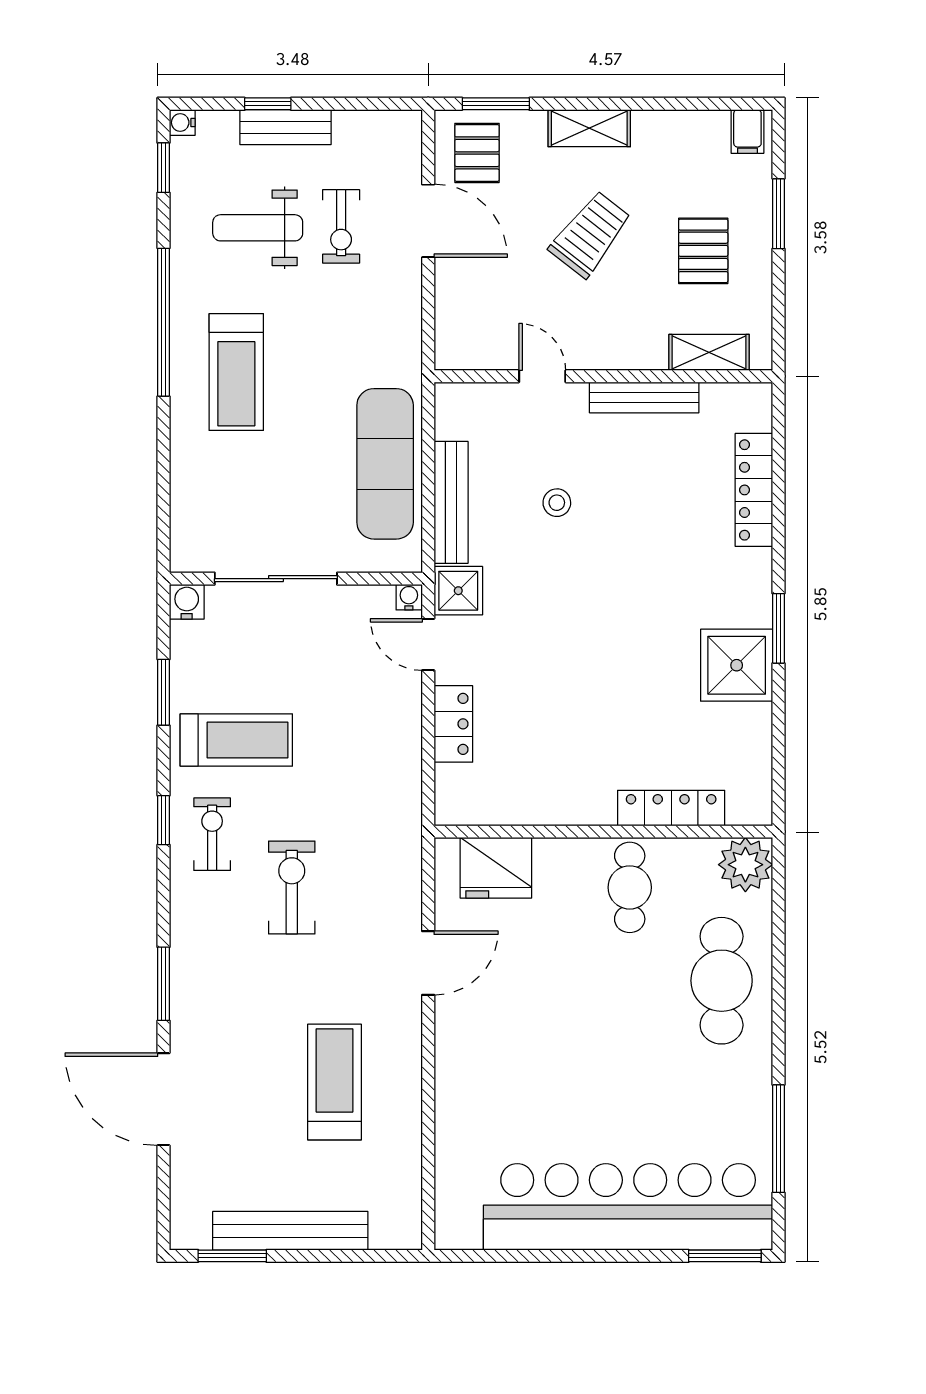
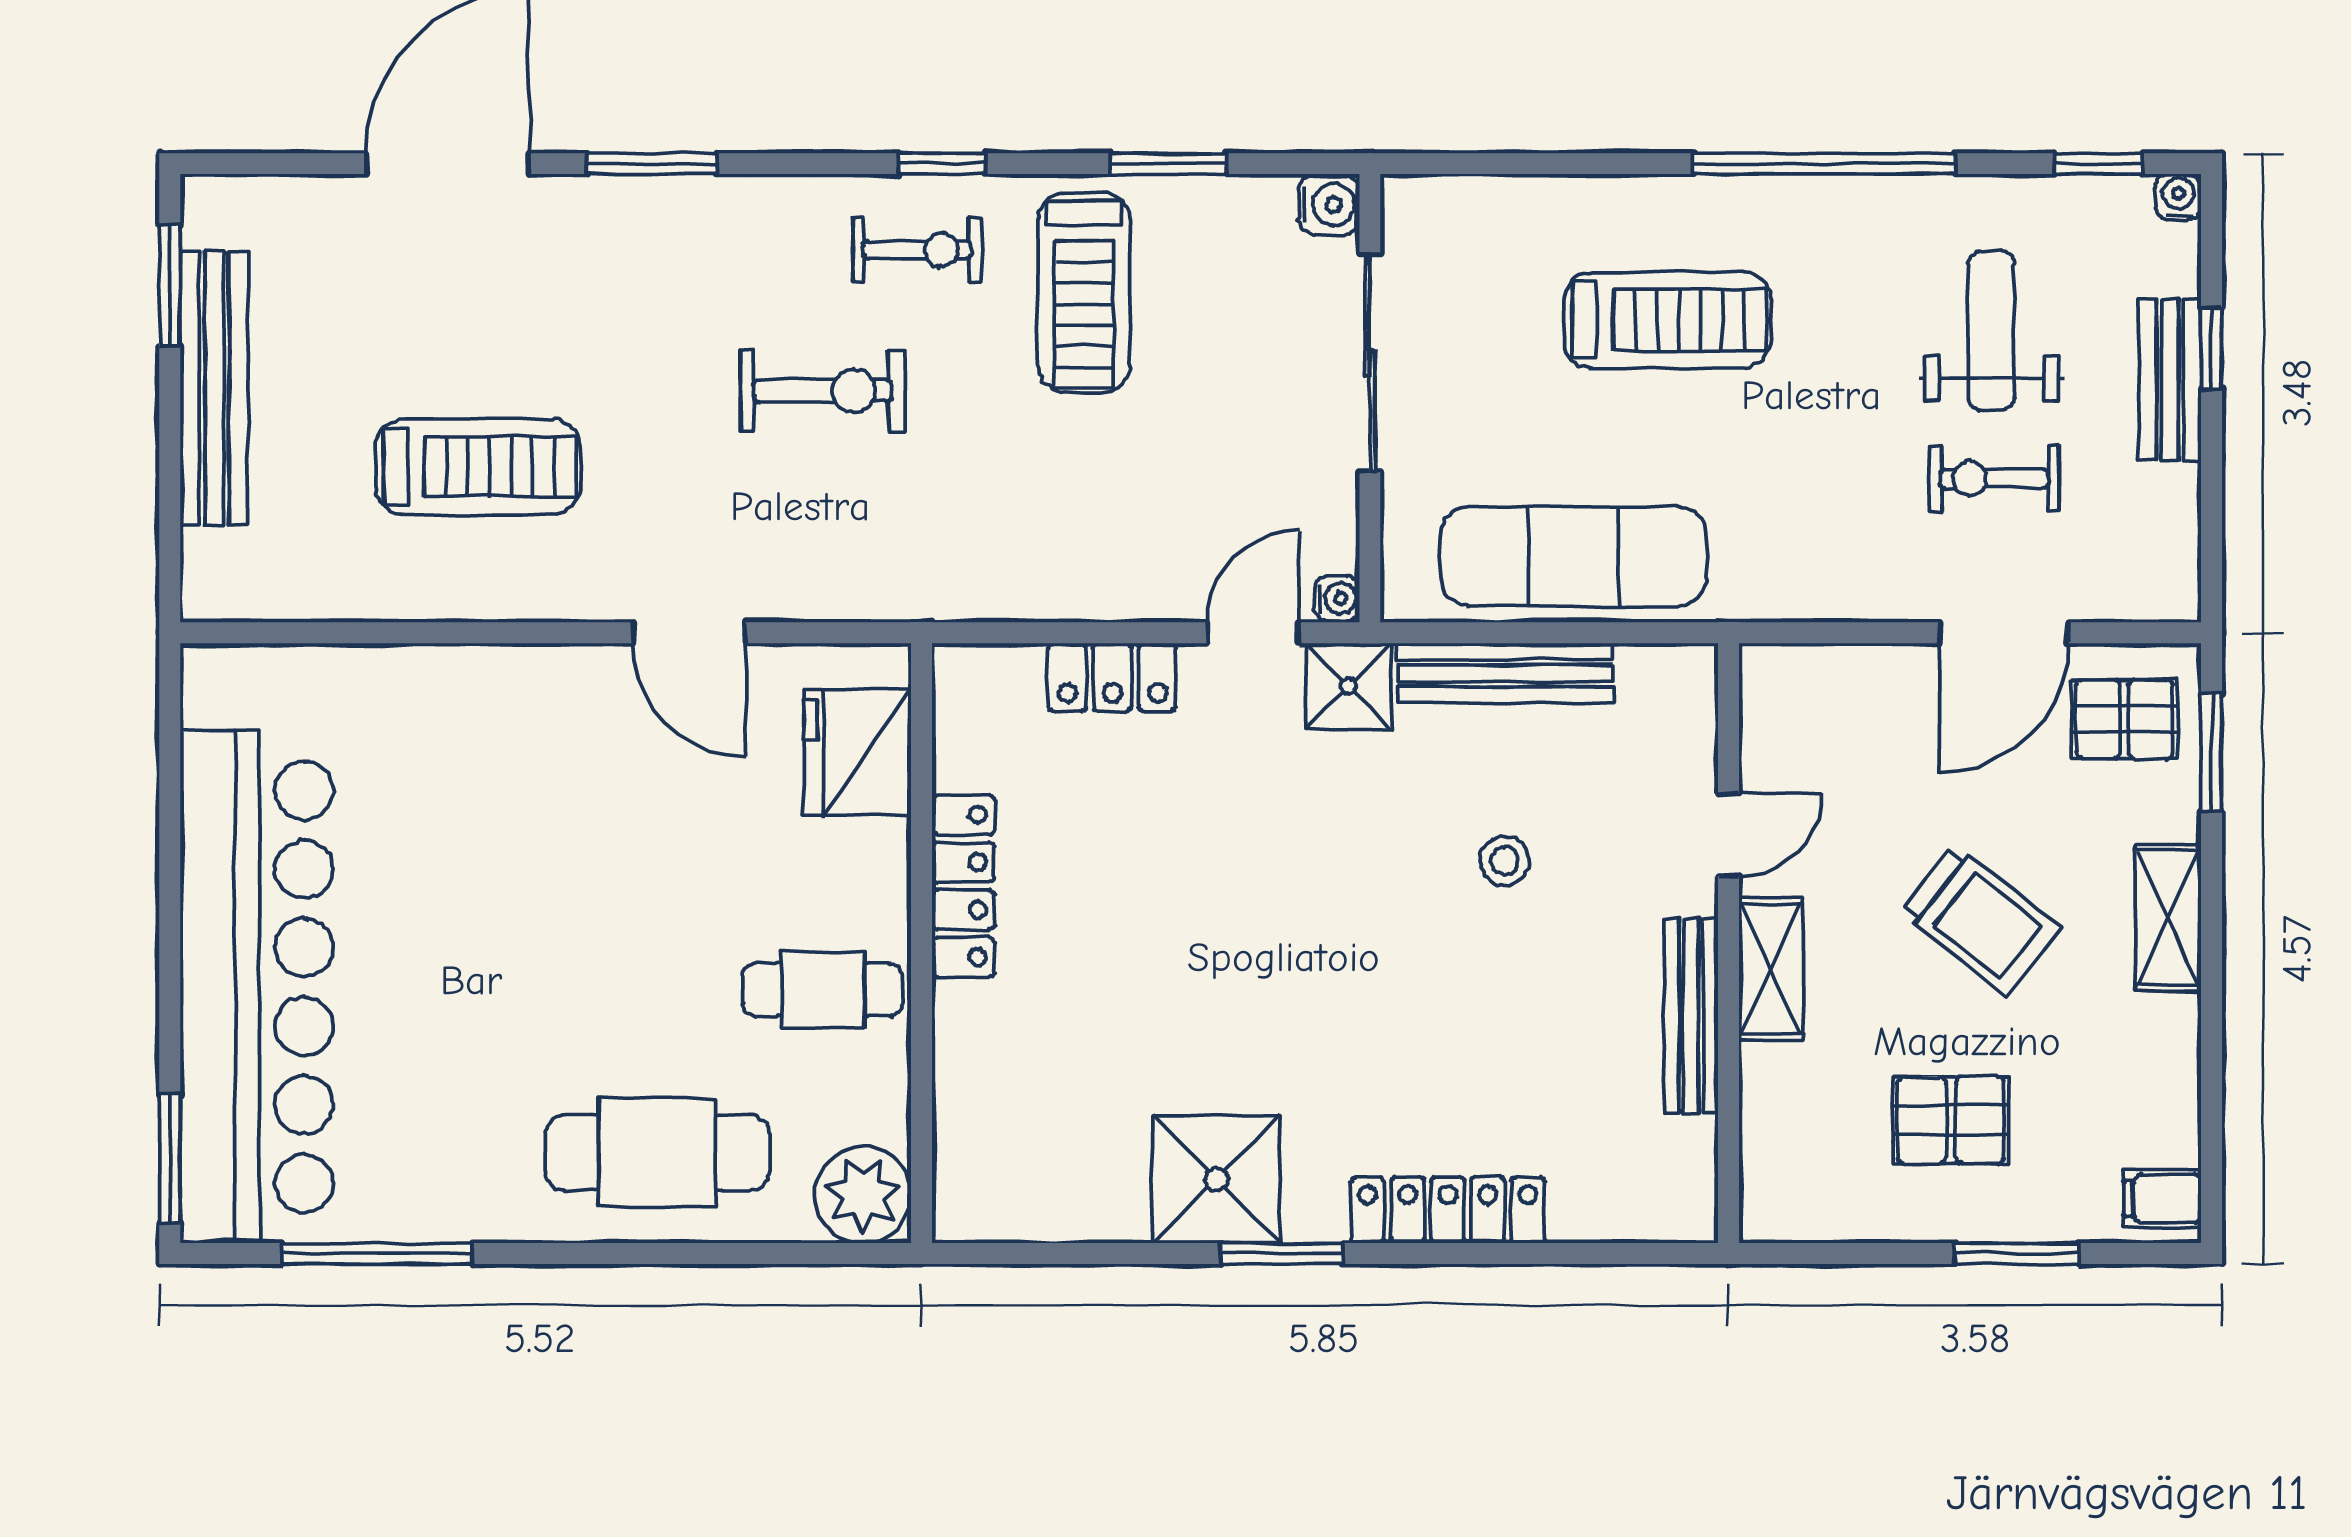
shelving: (709, 352) -> (1771, 969), moved
treadmill: (236, 372) -> (1667, 320), moved, turned 180
locker: (754, 490) -> (1448, 1210), moved
locker: (671, 808) -> (963, 886), moved

